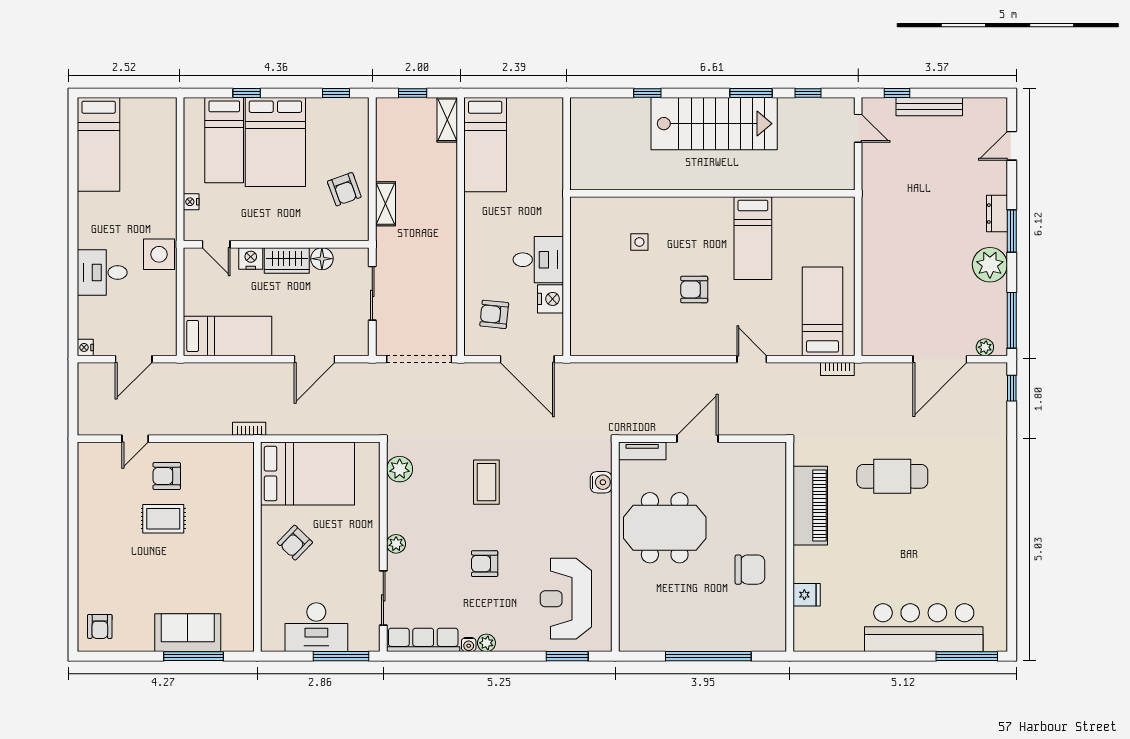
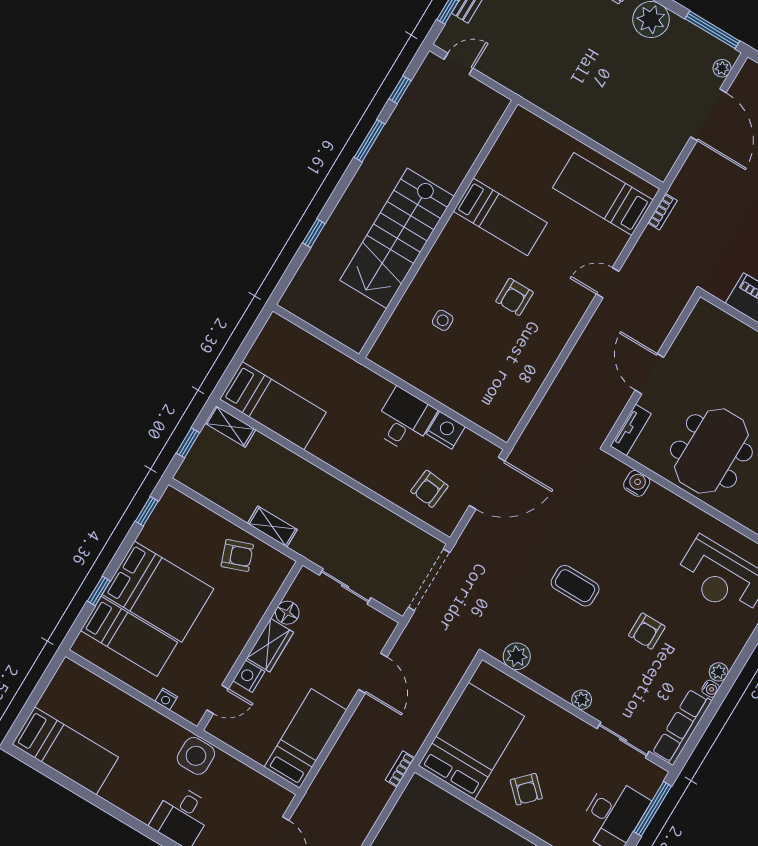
stairs: (714, 124) -> (397, 238), moved, turned 180

